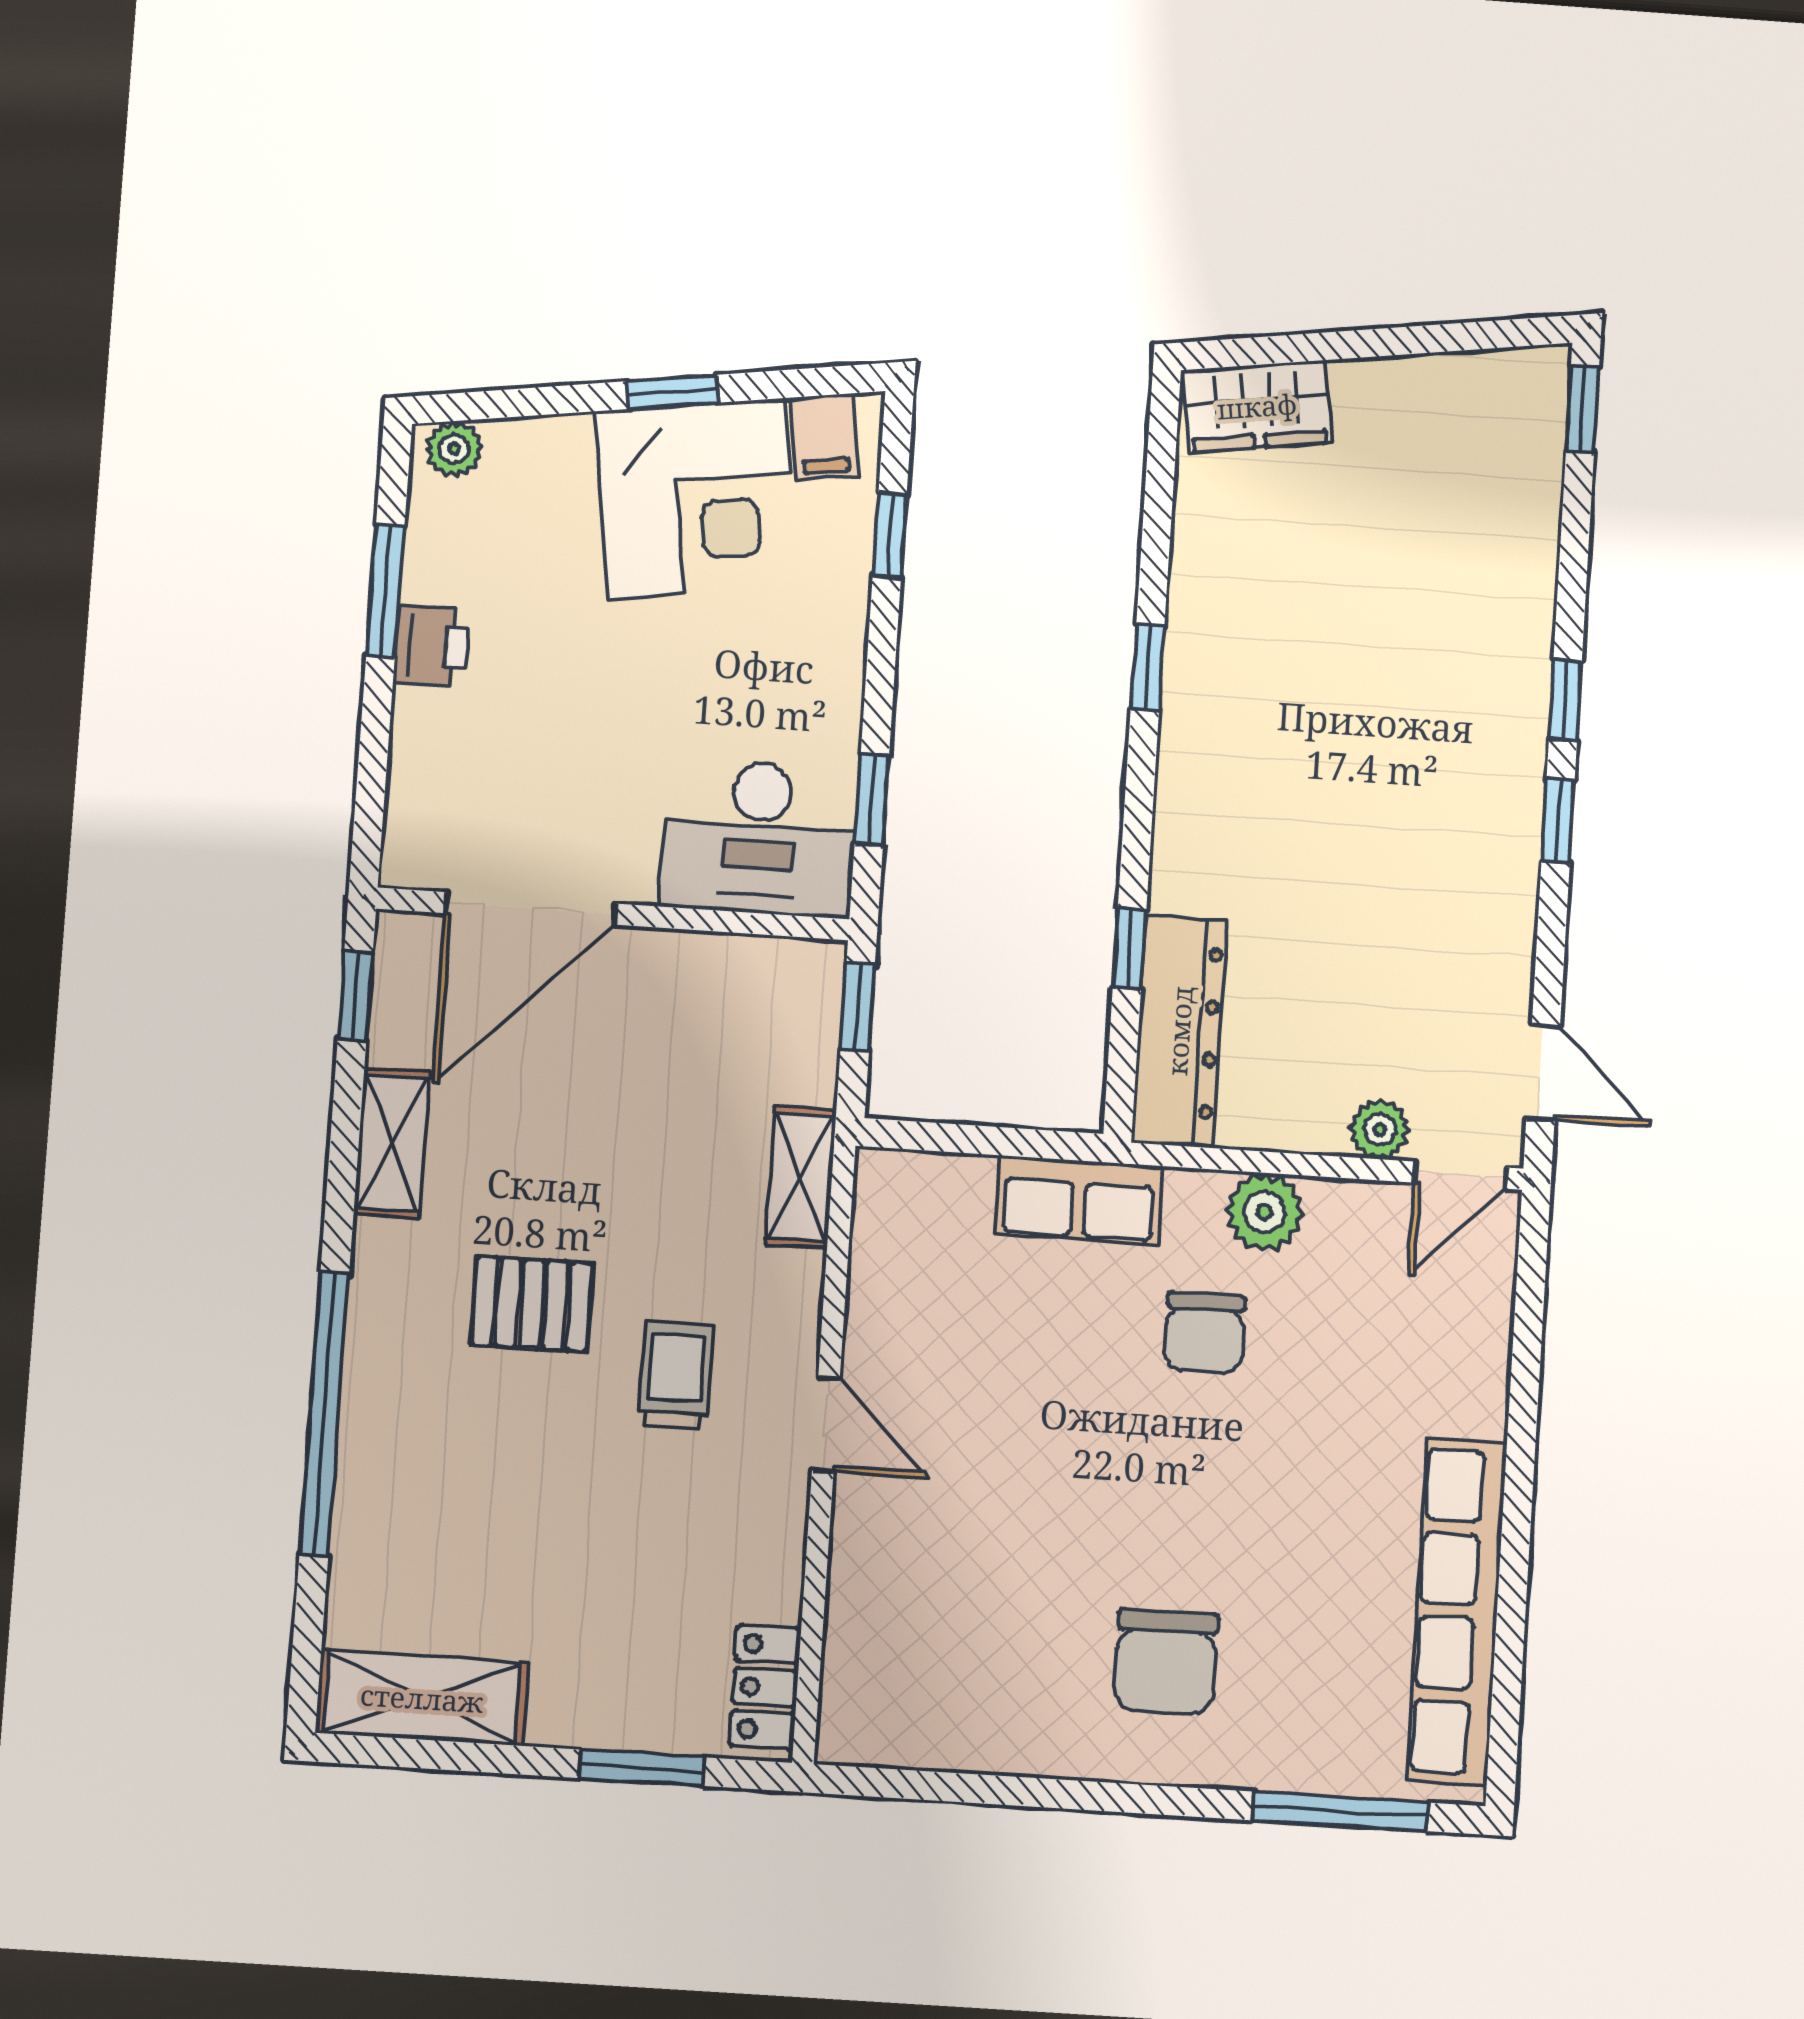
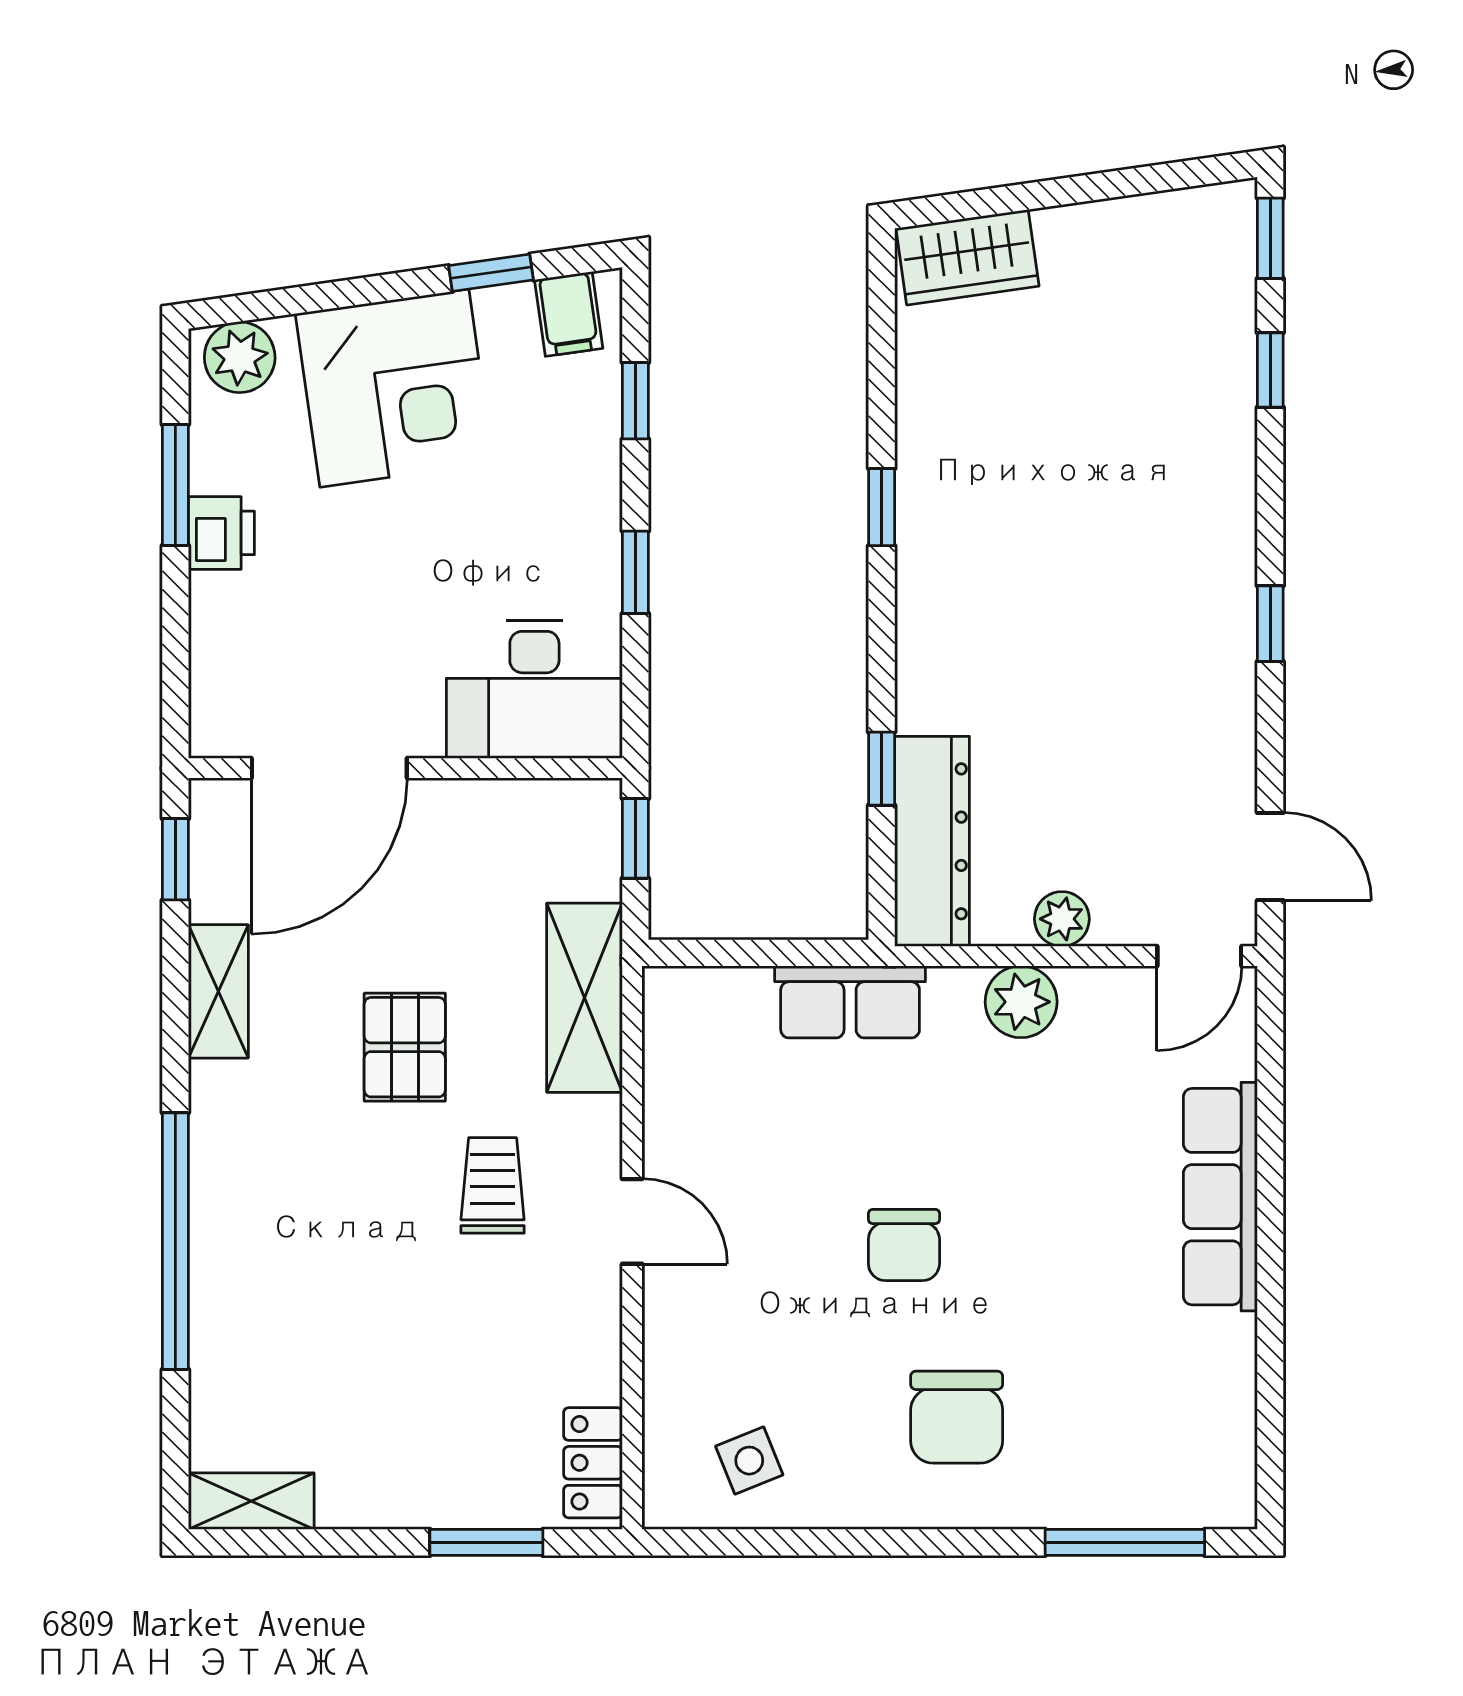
window: (673, 392) -> (491, 273), moved
plant: (454, 449) -> (240, 357), width x1.38, depth x1.38
corner desk: (696, 499) -> (394, 388), moved
window: (1565, 700) -> (1270, 370), moved
window: (872, 799) -> (635, 572), moved
plant: (1380, 1129) -> (1062, 919), moved
shelving: (801, 1177) -> (585, 998), width x1.50, depth x1.33
pallet: (532, 1304) -> (405, 1047), moved, turned 90
chair: (1204, 1333) -> (904, 1245), moved
row of seats: (1457, 1611) -> (1220, 1197), moved, width x0.73
side table: (936, 1695) -> (749, 1461), added
shelving: (422, 1698) -> (251, 1501), width x0.67, depth x0.75

